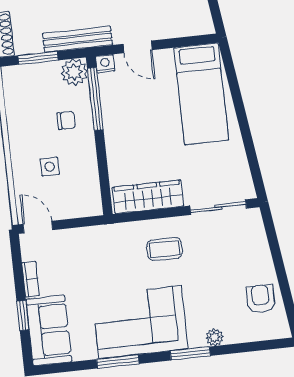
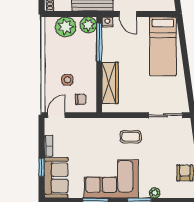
window: (38, 58) -> (68, 14), removed
plant: (37, 80) -> (66, 27), added
chair: (66, 120) -> (81, 99), moved
wardrobe: (148, 197) -> (110, 83), moved, turned 90
door: (38, 227) -> (56, 115), hinge flipped

